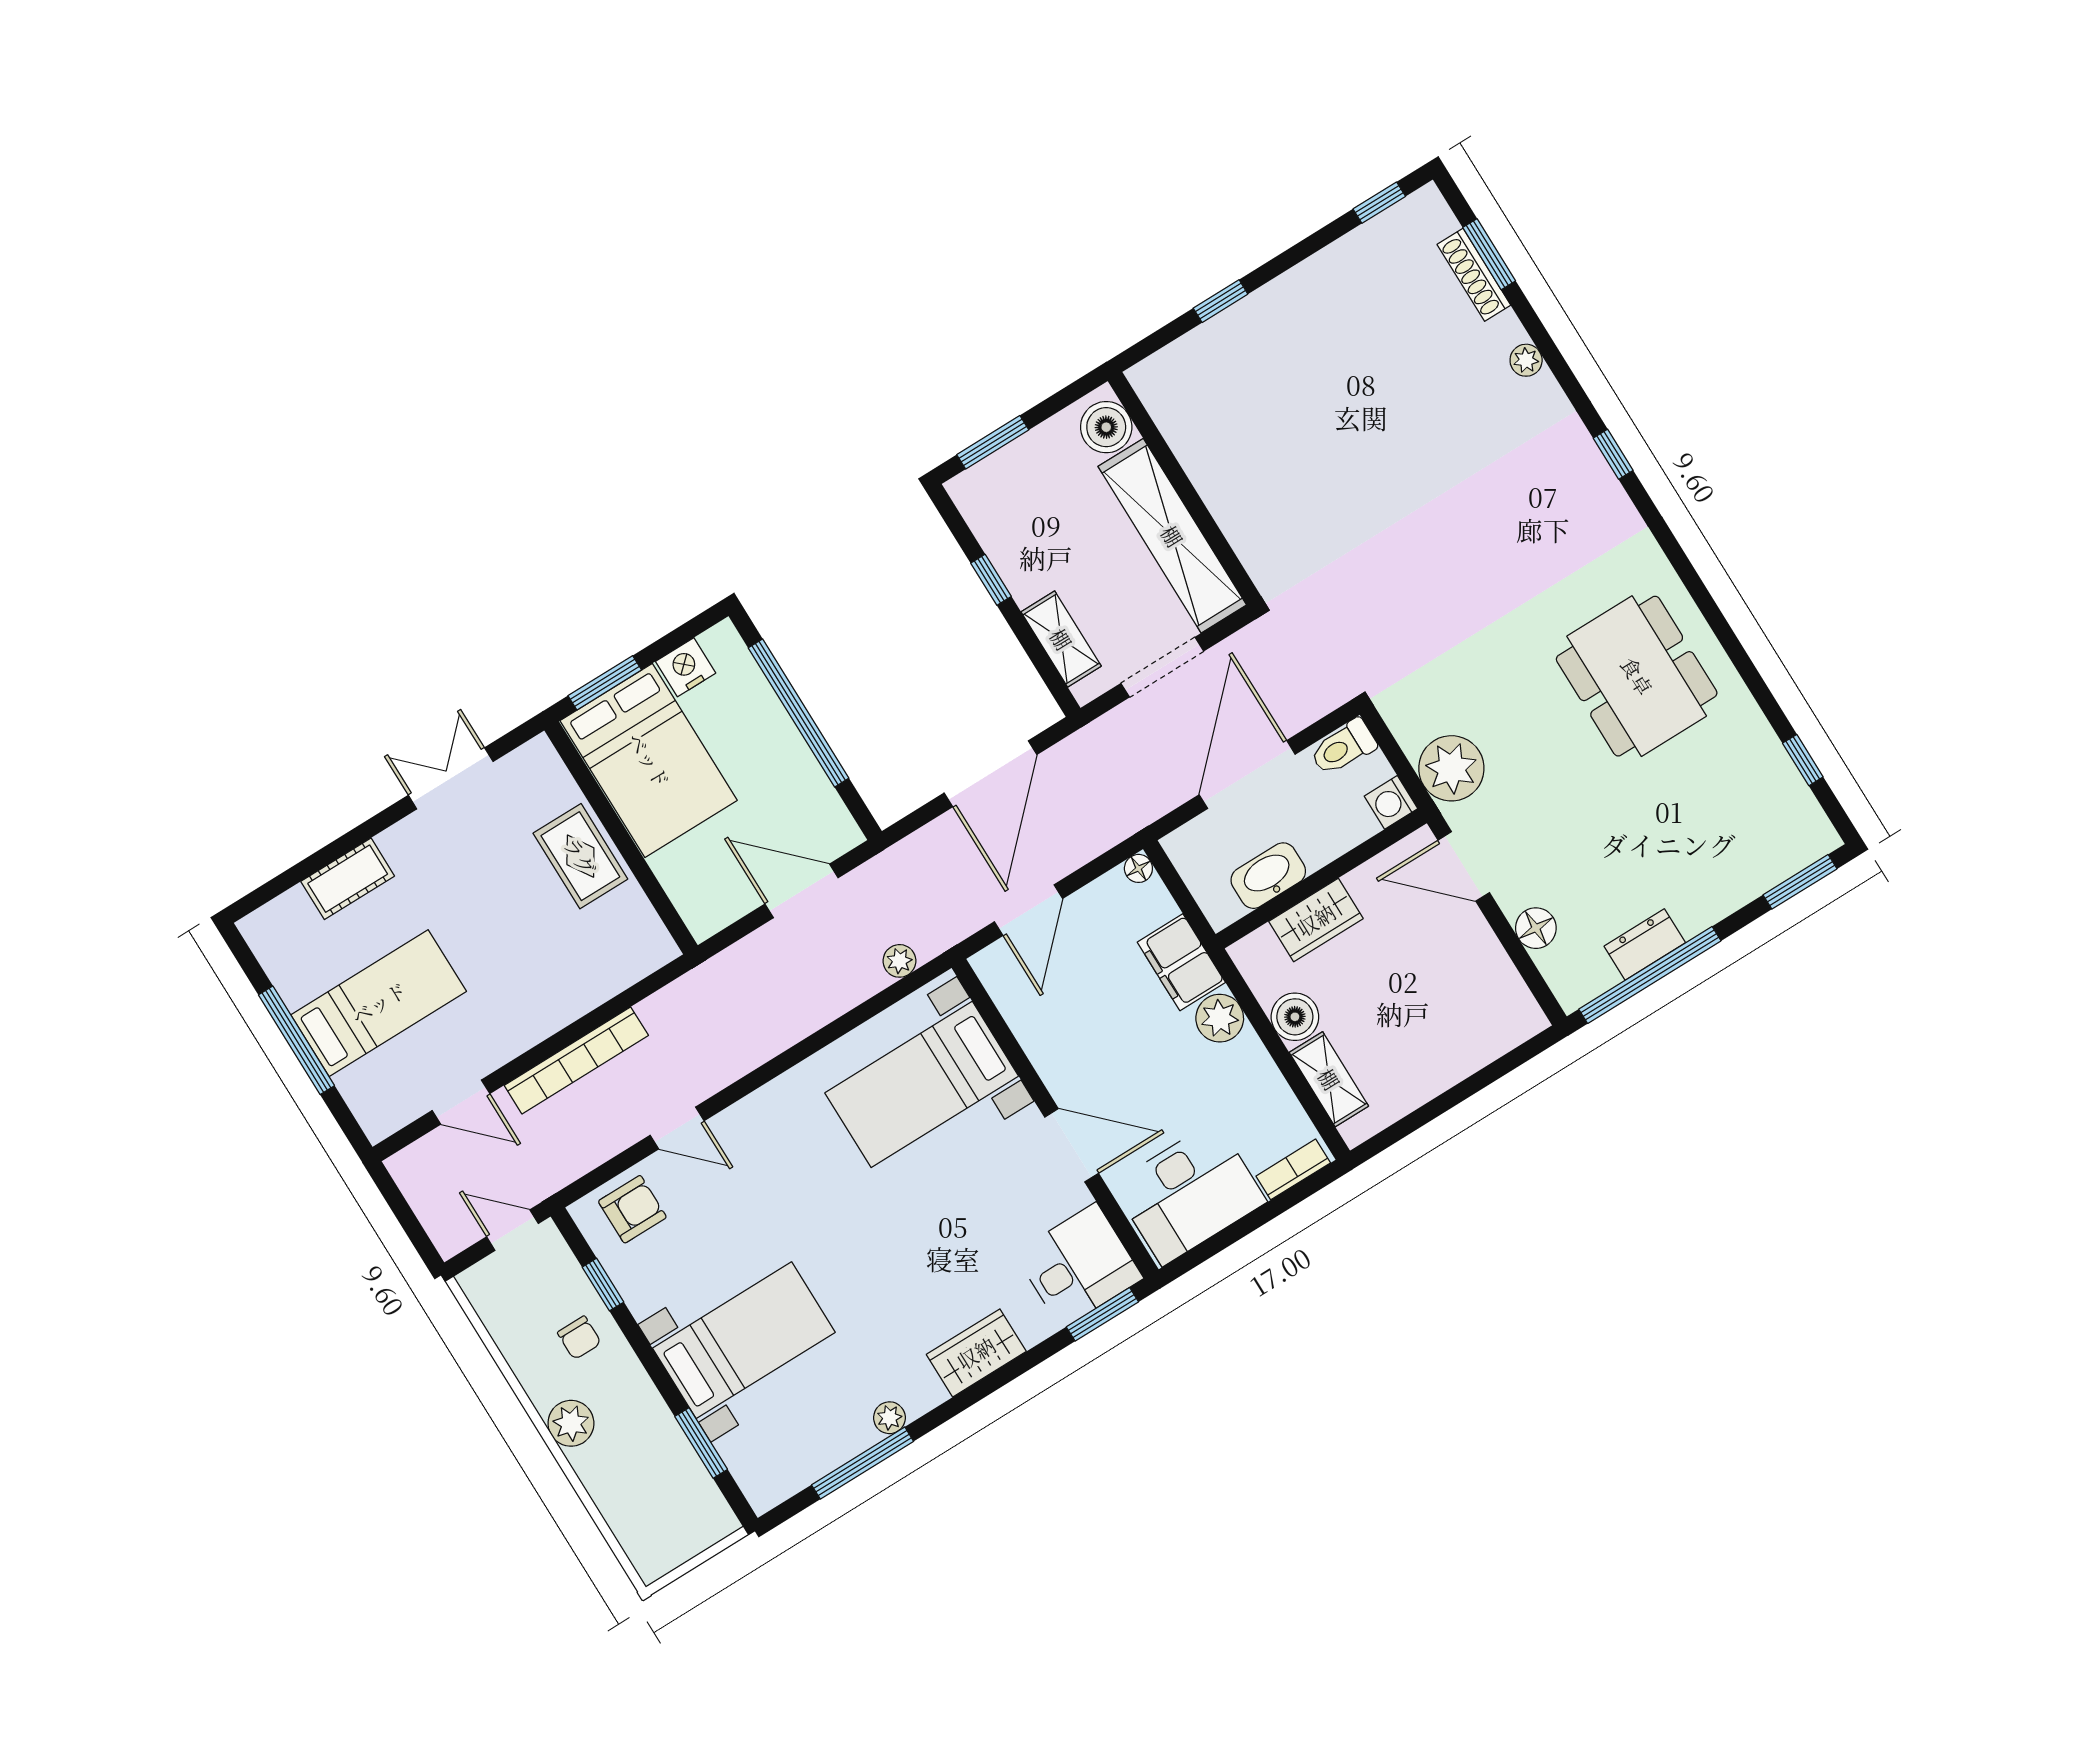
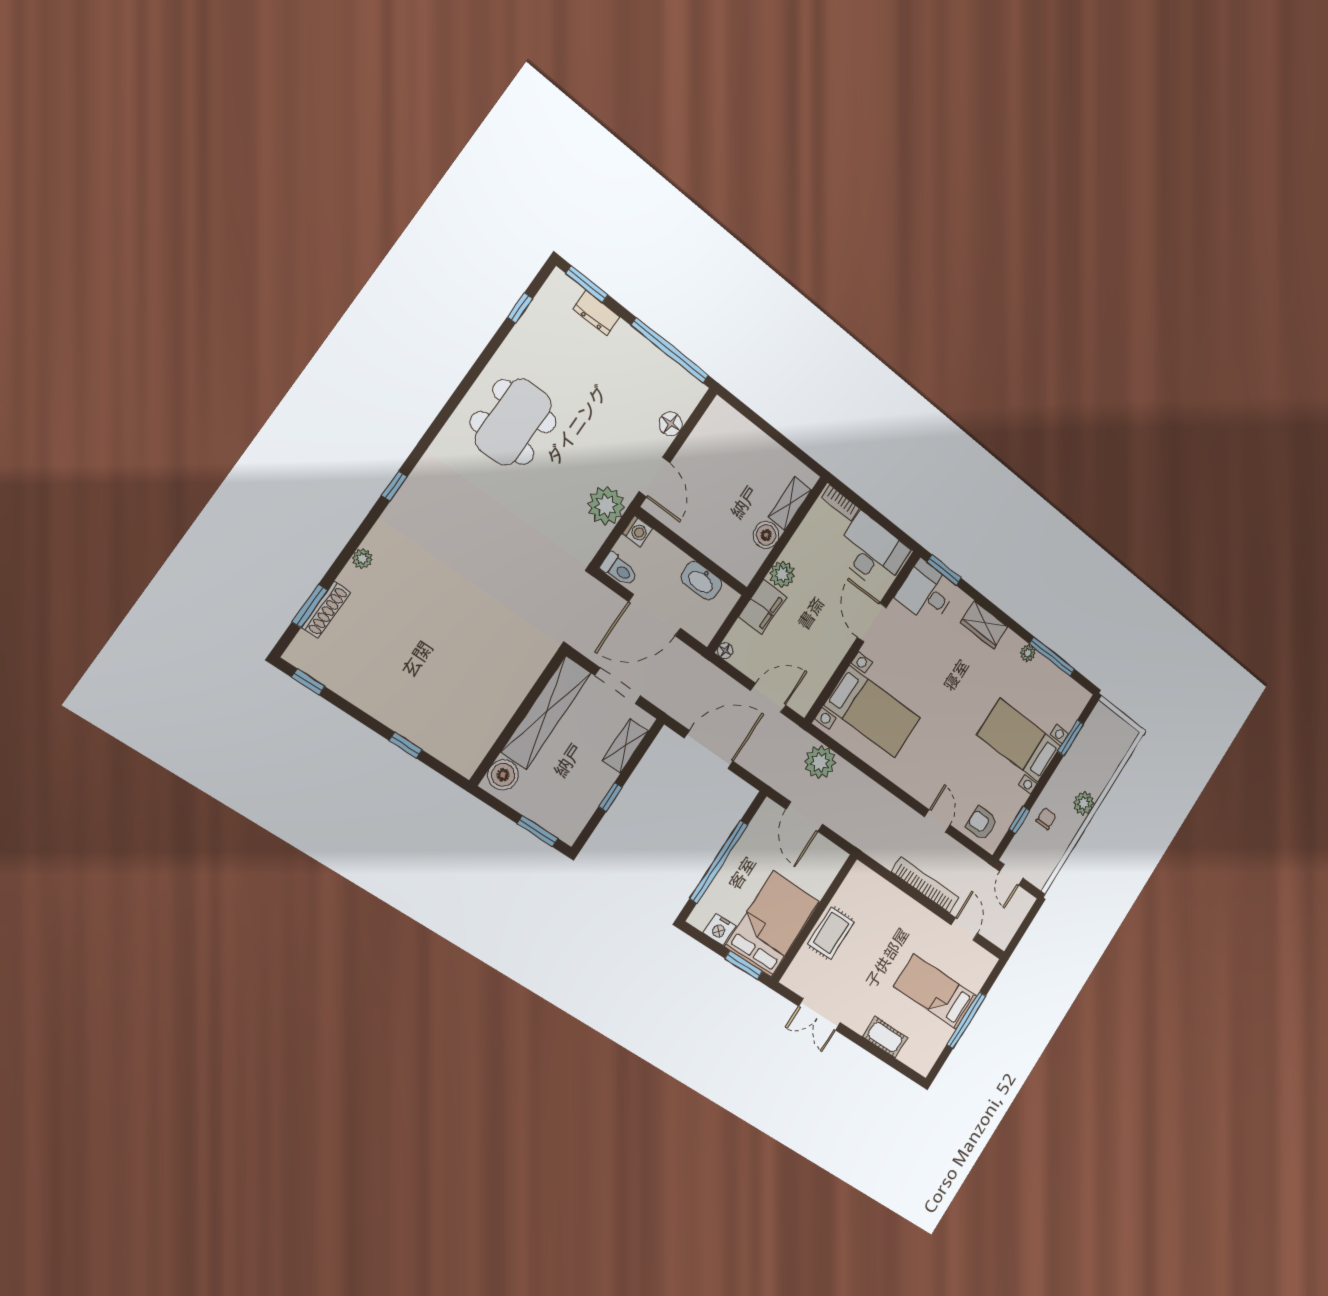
wardrobe: (1316, 920) -> (714, 545), removed
dresser: (1645, 944) -> (596, 313), moved
plant: (899, 961) -> (820, 762), width x1.88, depth x1.88

